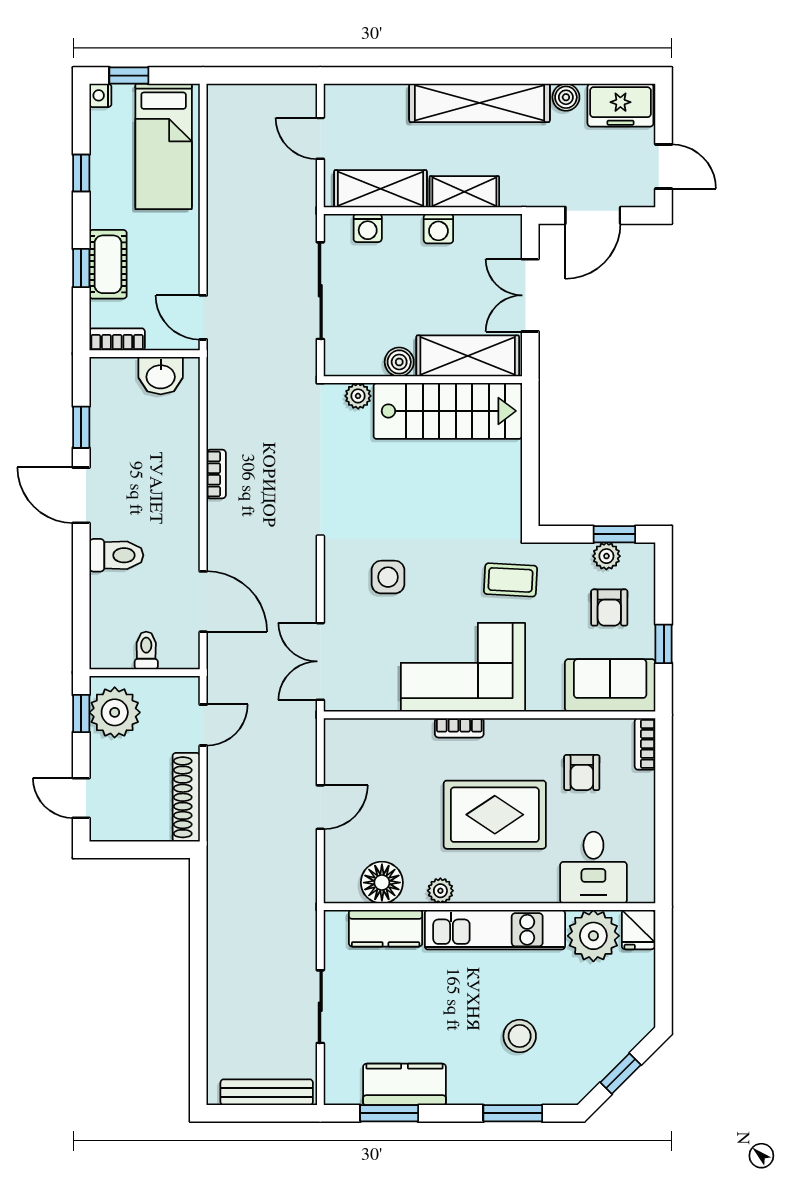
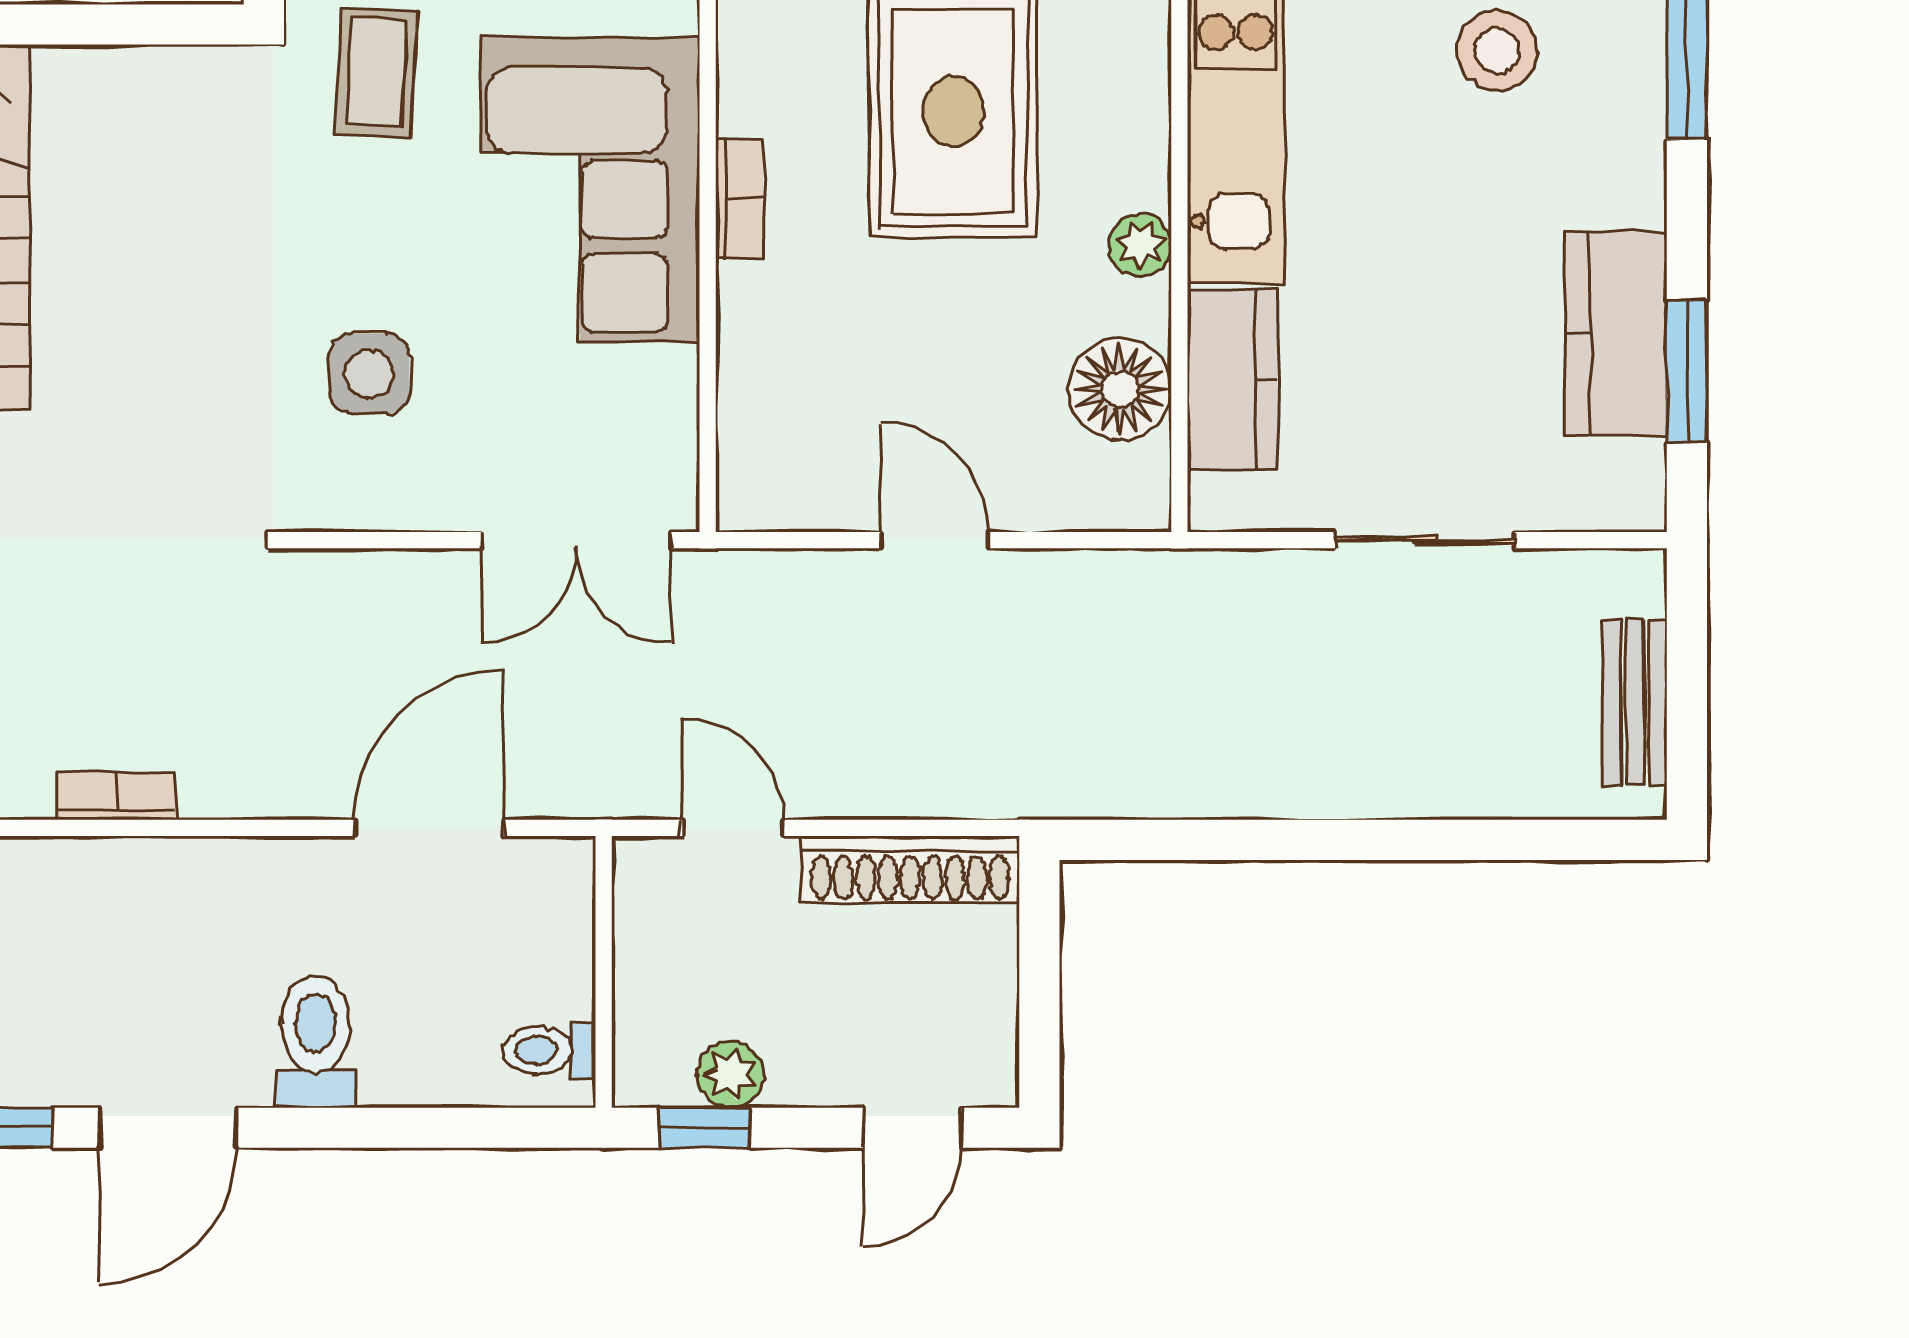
toilet: (146, 650) -> (549, 1050), moved
plant: (115, 712) -> (731, 1075), width x0.53, depth x0.53
bench: (267, 1092) -> (1635, 702), width x0.73

